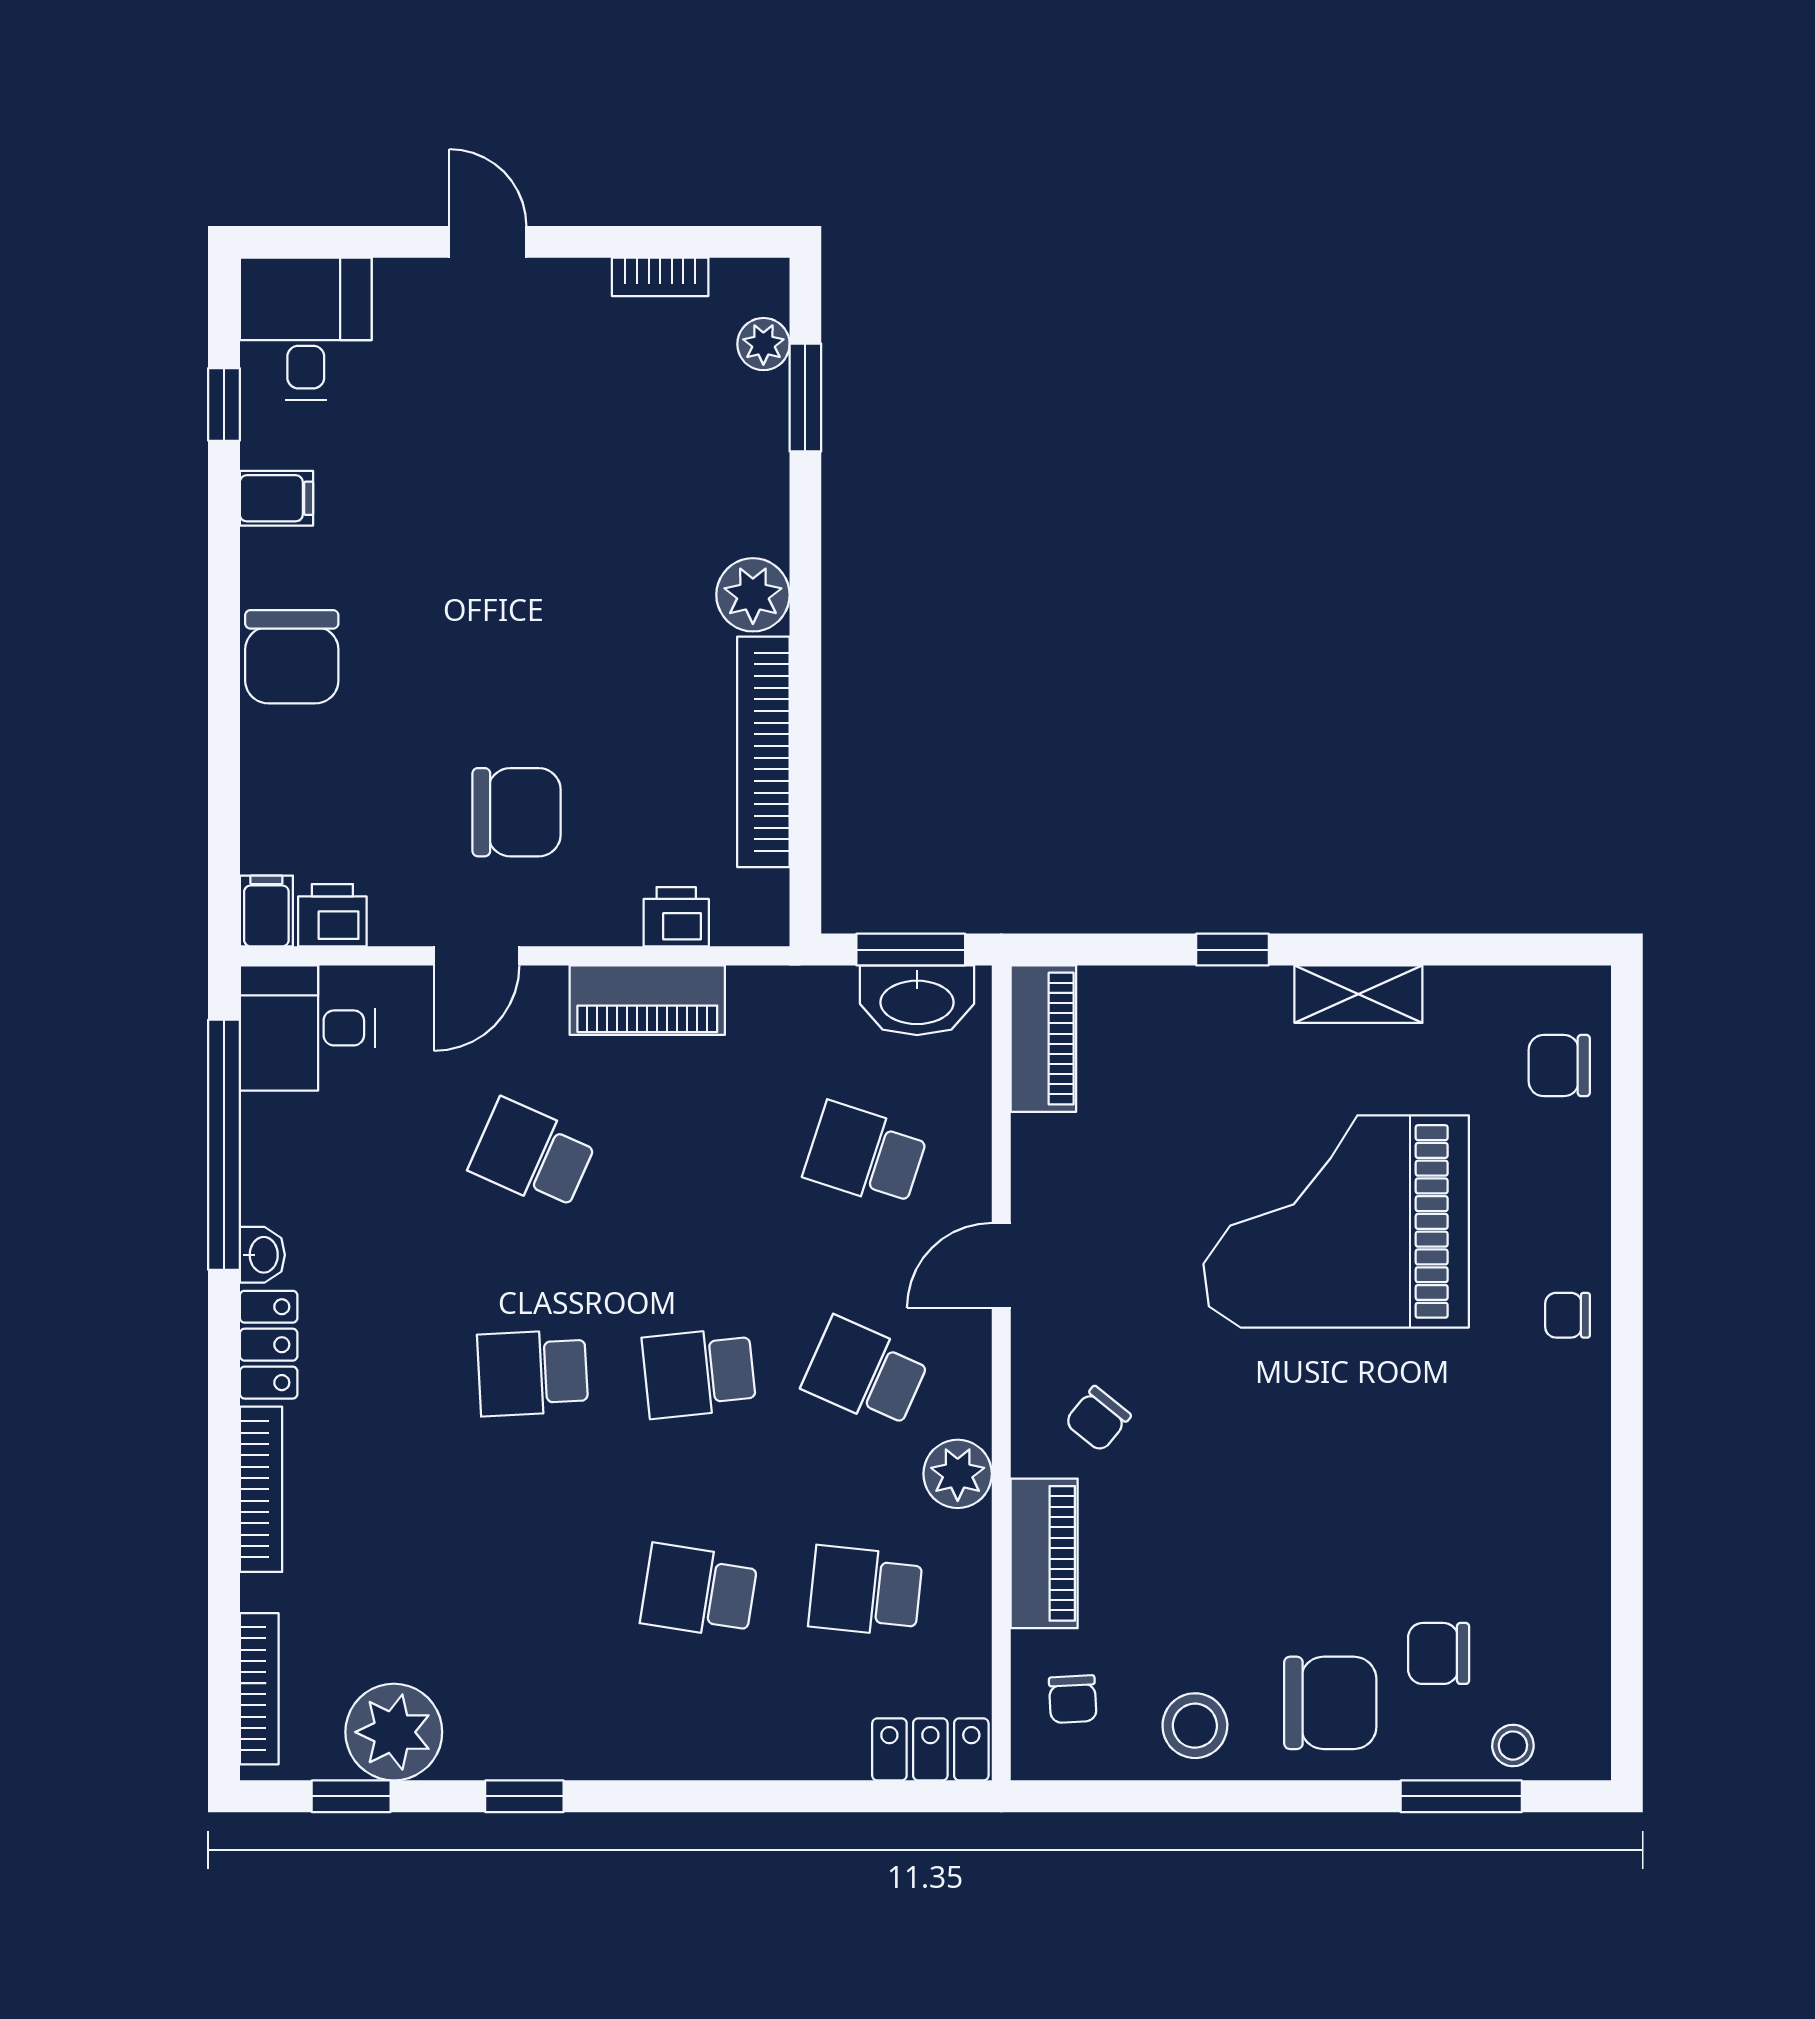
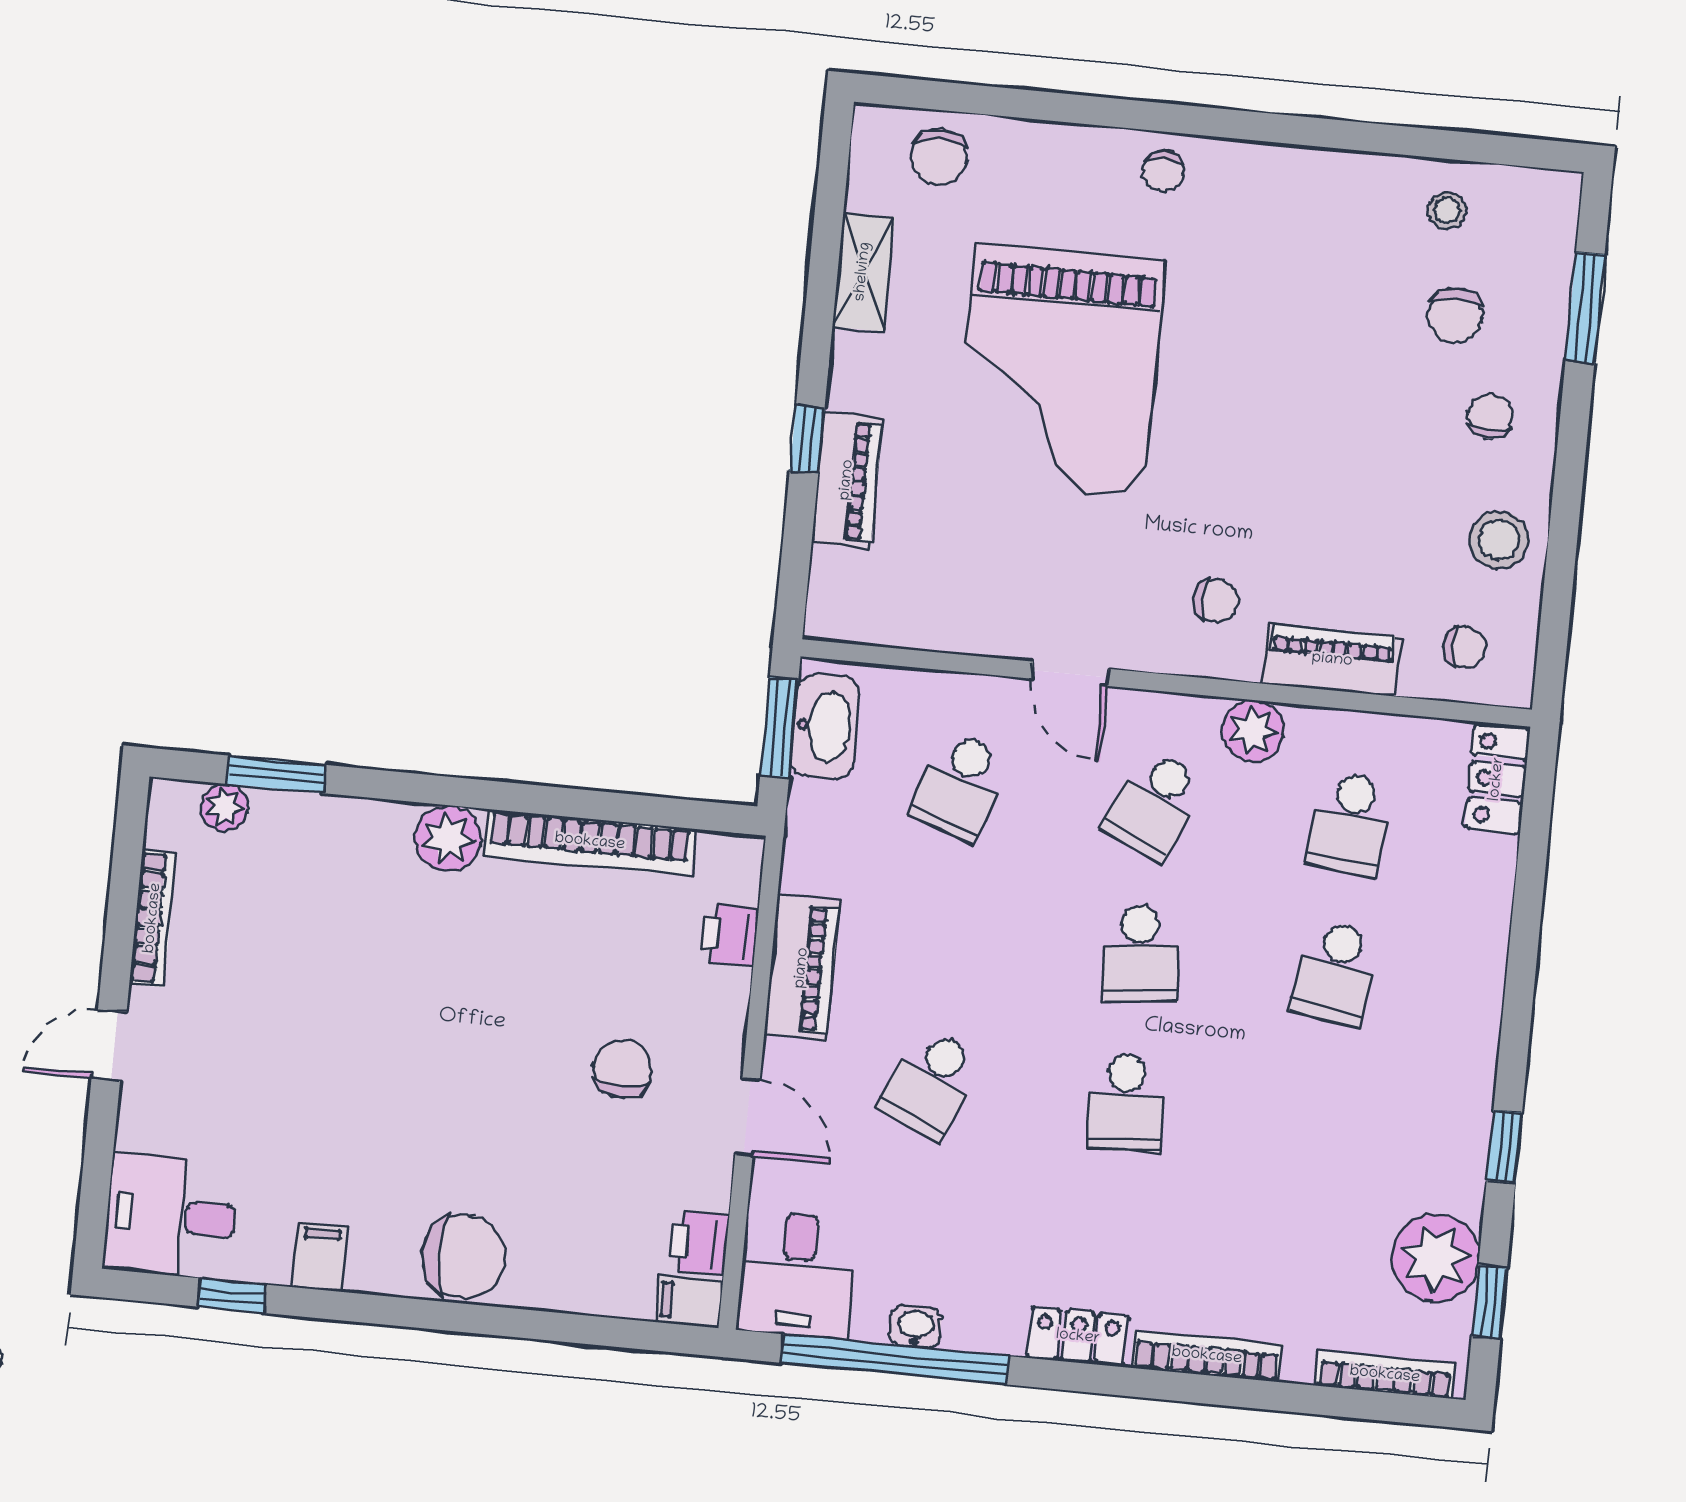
bookcase: (660, 277) -> (153, 918), width x1.56
chair: (517, 812) -> (622, 1069), width x0.73, depth x0.73
shelving: (1358, 994) -> (863, 272), moved
piano: (1043, 1039) -> (847, 480), moved, turned 90
washbasin: (262, 1255) -> (916, 1327), moved
chair: (1098, 1419) -> (1216, 601), turned -39
chair: (1330, 1703) -> (1490, 417), width x0.54, depth x0.54
stool: (1513, 1746) -> (1447, 210), moved

